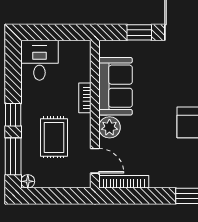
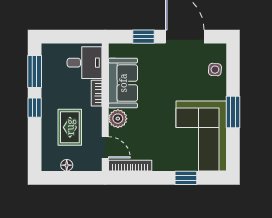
desk: (39, 60) -> (85, 63), moved, turned 90
window: (13, 156) -> (35, 72), moved
floor lamp: (28, 181) -> (67, 165), moved

